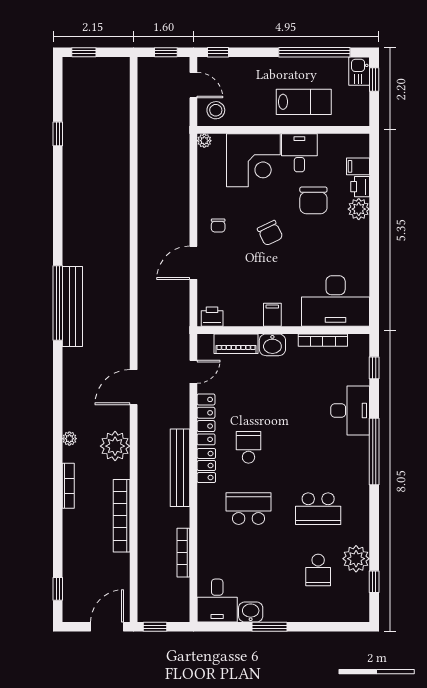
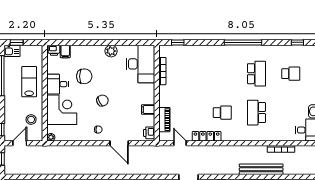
stool: (216, 110) -> (31, 120), moved
printer: (360, 187) -> (54, 50), moved
plant: (359, 209) -> (111, 51), moved
filing cabinet: (272, 315) -> (148, 110), moved
washbasin: (272, 345) -> (165, 99), removed
desk: (350, 410) -> (202, 56), removed
school desk: (248, 447) -> (222, 113), turned 180
window: (374, 451) -> (243, 42), moved
locker: (206, 466) -> (232, 136), removed
bench: (180, 468) -> (261, 169), moved
plant: (356, 559) -> (284, 53), removed

